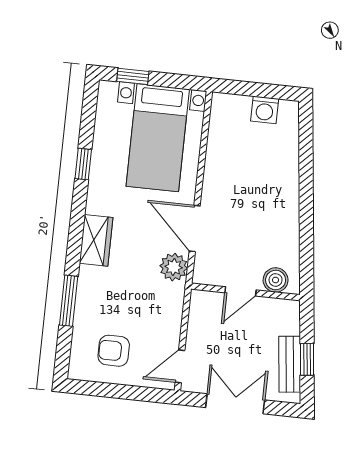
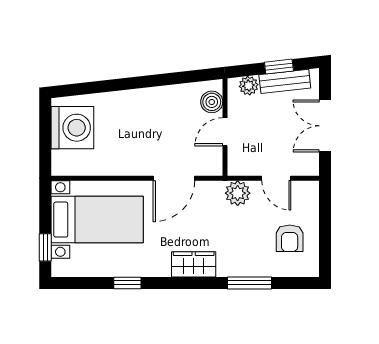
washing machine: (265, 110) -> (72, 128), width x1.89, depth x1.89
plant: (174, 267) -> (238, 193), moved
door: (241, 291) -> (225, 132), swing flipped
plant: (289, 323) -> (249, 86), added
door: (180, 366) -> (276, 178), moved

